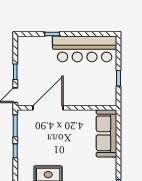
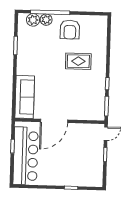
bar counter: (85, 49) -> (26, 156), moved, turned 90
door: (48, 108) -> (54, 121), moved

